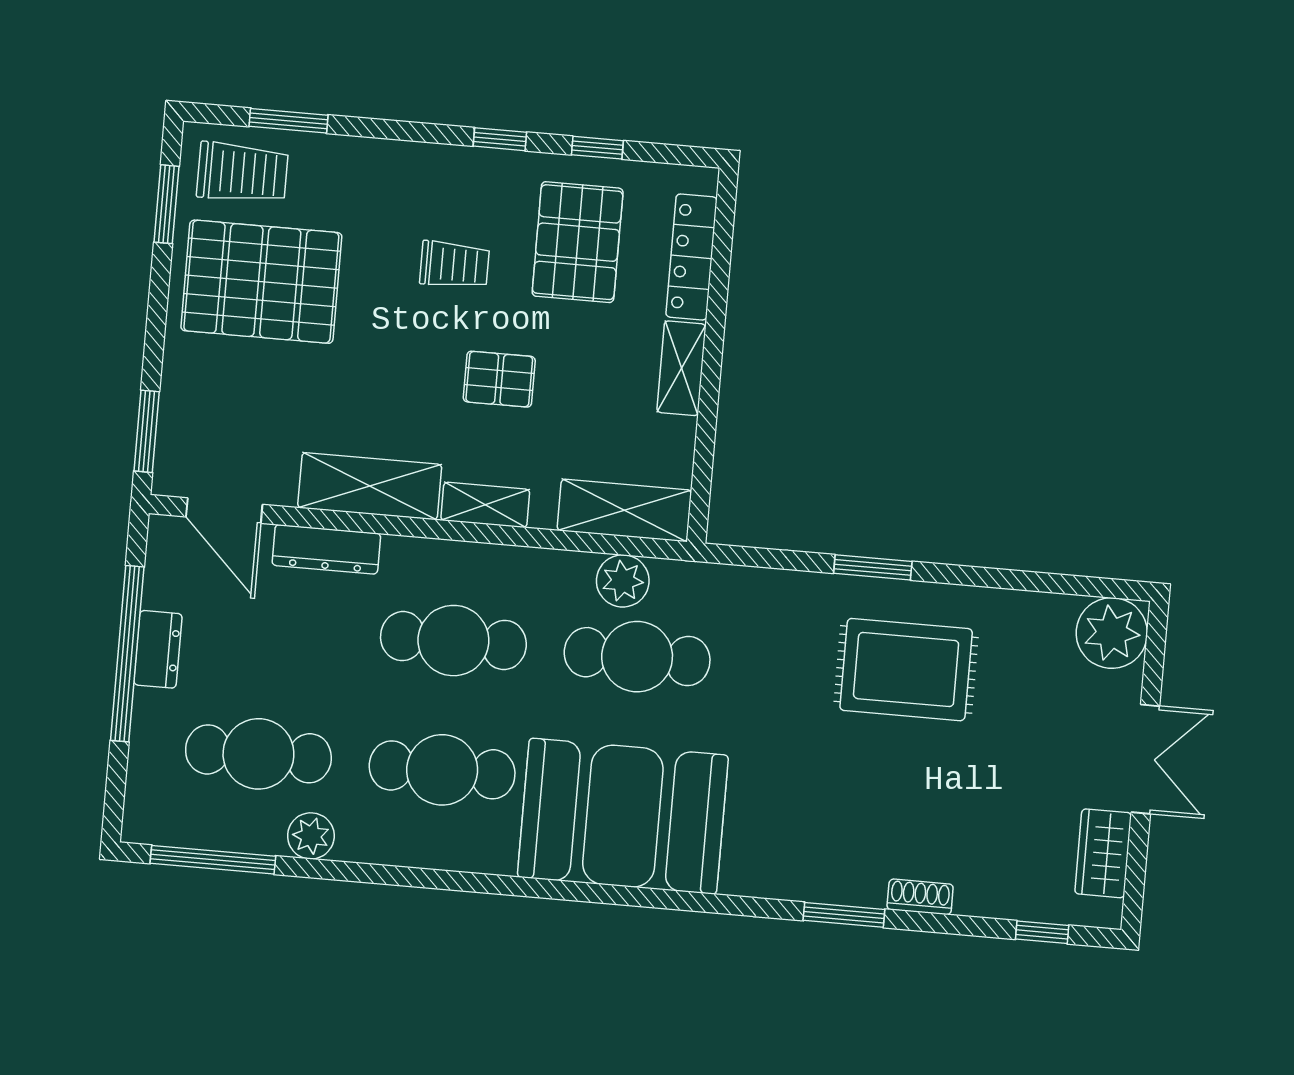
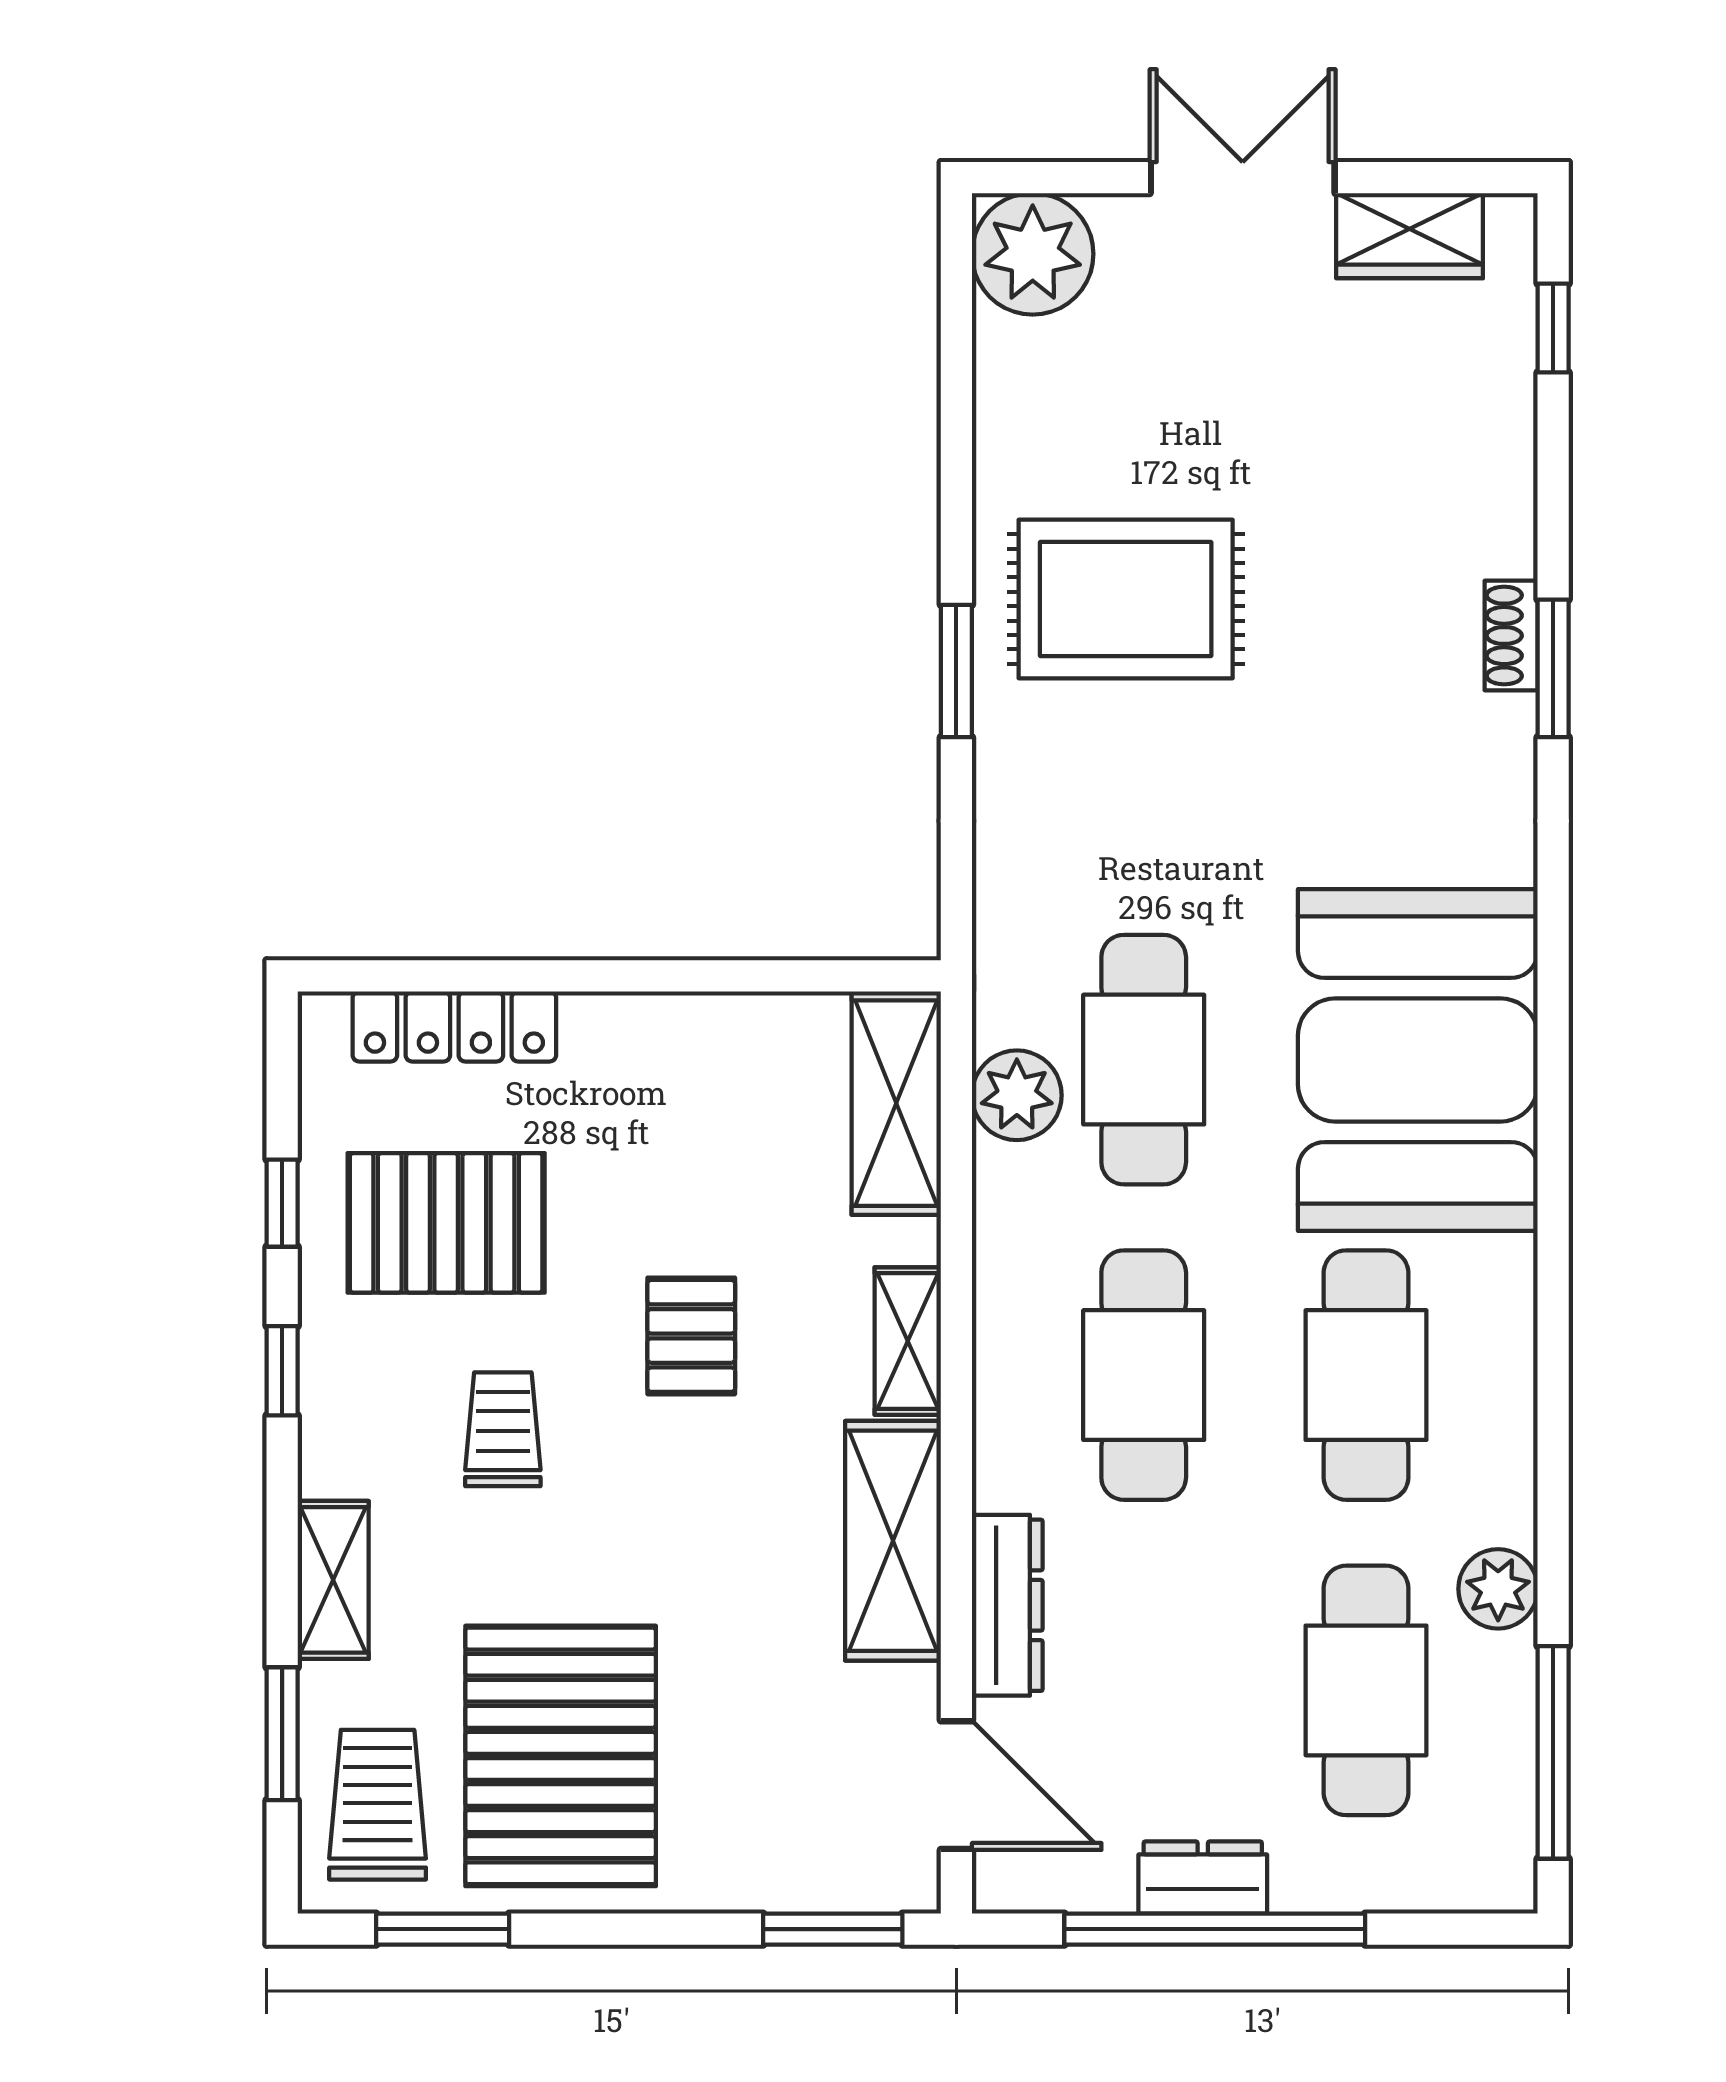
shelving: (681, 368) -> (333, 1580), moved, turned 90
door: (224, 511) -> (956, 1785), hinge flipped
rug: (906, 670) -> (1126, 599), turned 90
shoe rack: (920, 897) -> (1511, 636), moved

